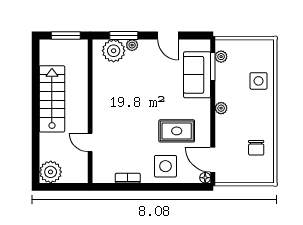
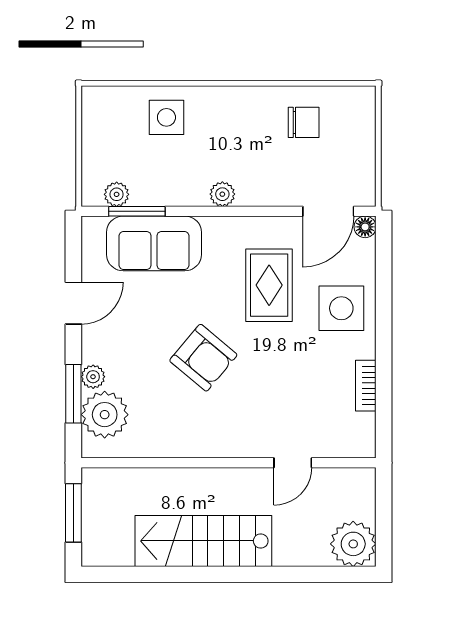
armchair: (141, 99) -> (203, 358), added

